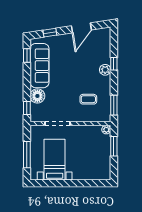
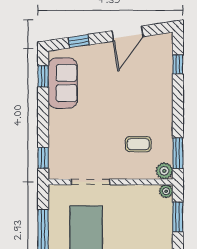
window: (114, 64) -> (178, 64), moved
sofa: (40, 66) -> (63, 83), width x0.73
plant: (105, 70) -> (164, 171), moved
floor lamp: (37, 96) -> (59, 139), removed

